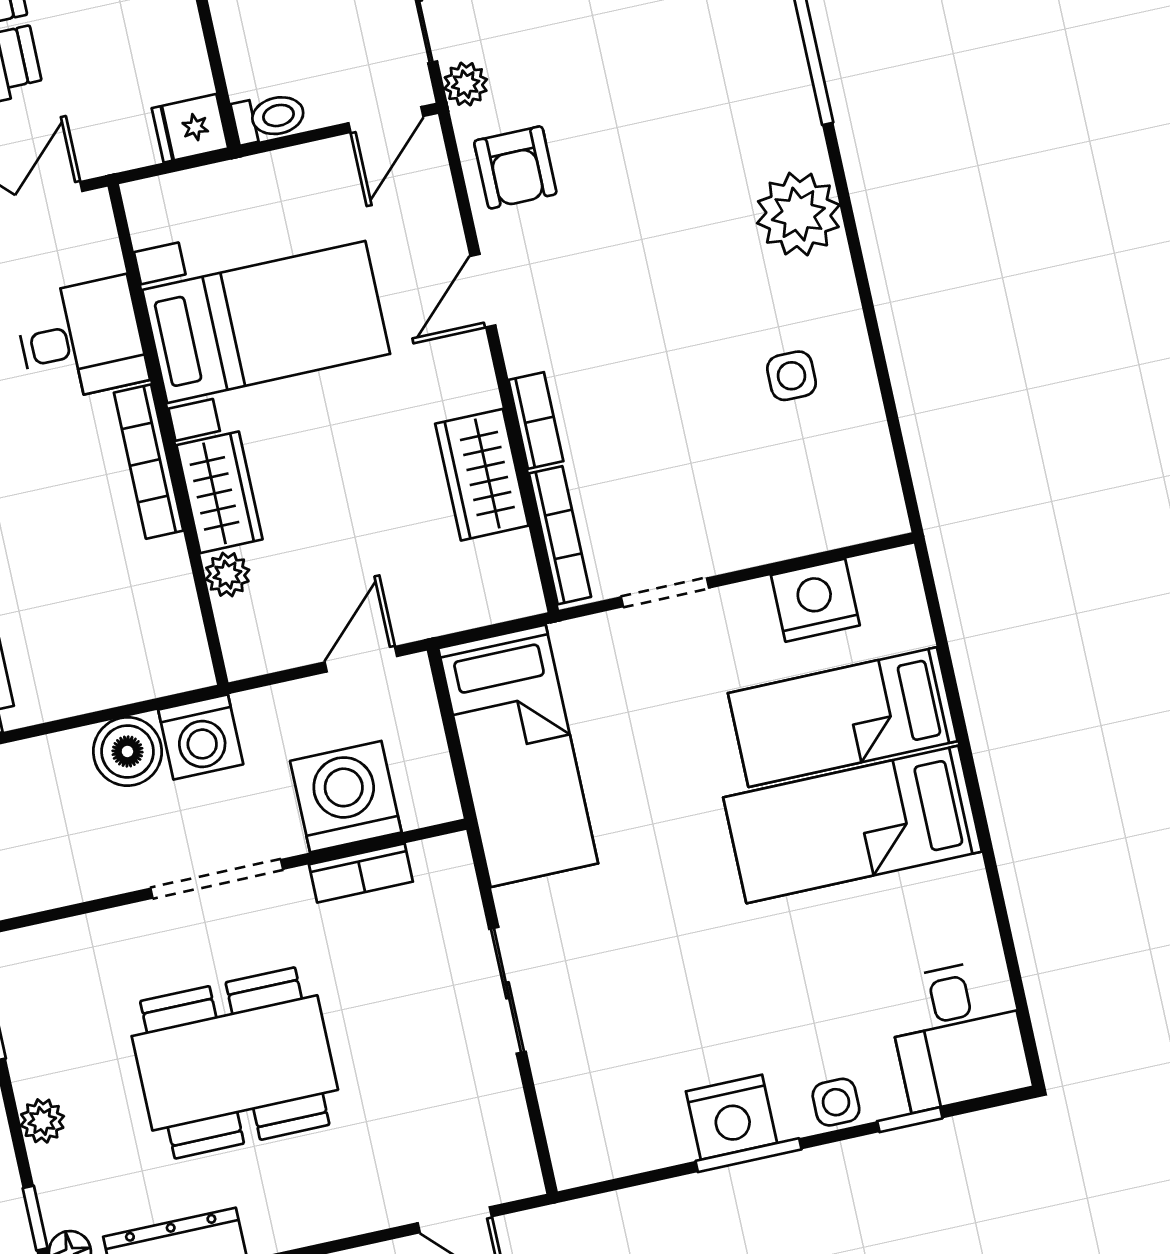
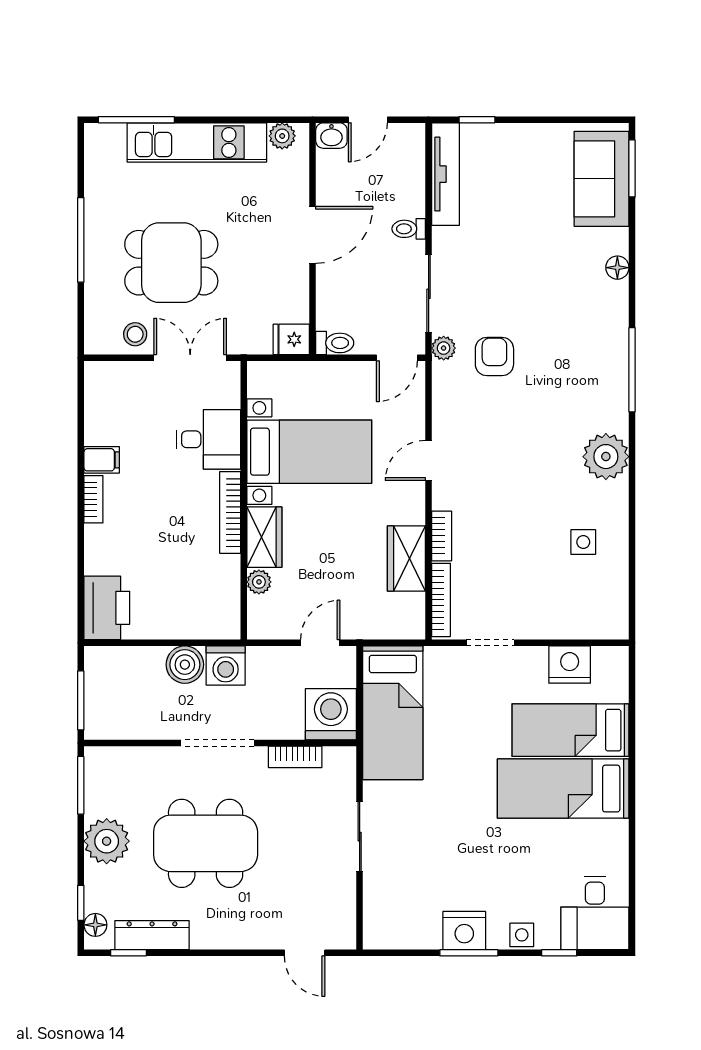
armchair: (515, 167) -> (494, 357), moved, turned 180
washing machine: (346, 797) -> (331, 714), moved
plant: (42, 1121) -> (107, 841), width x1.87, depth x1.87

